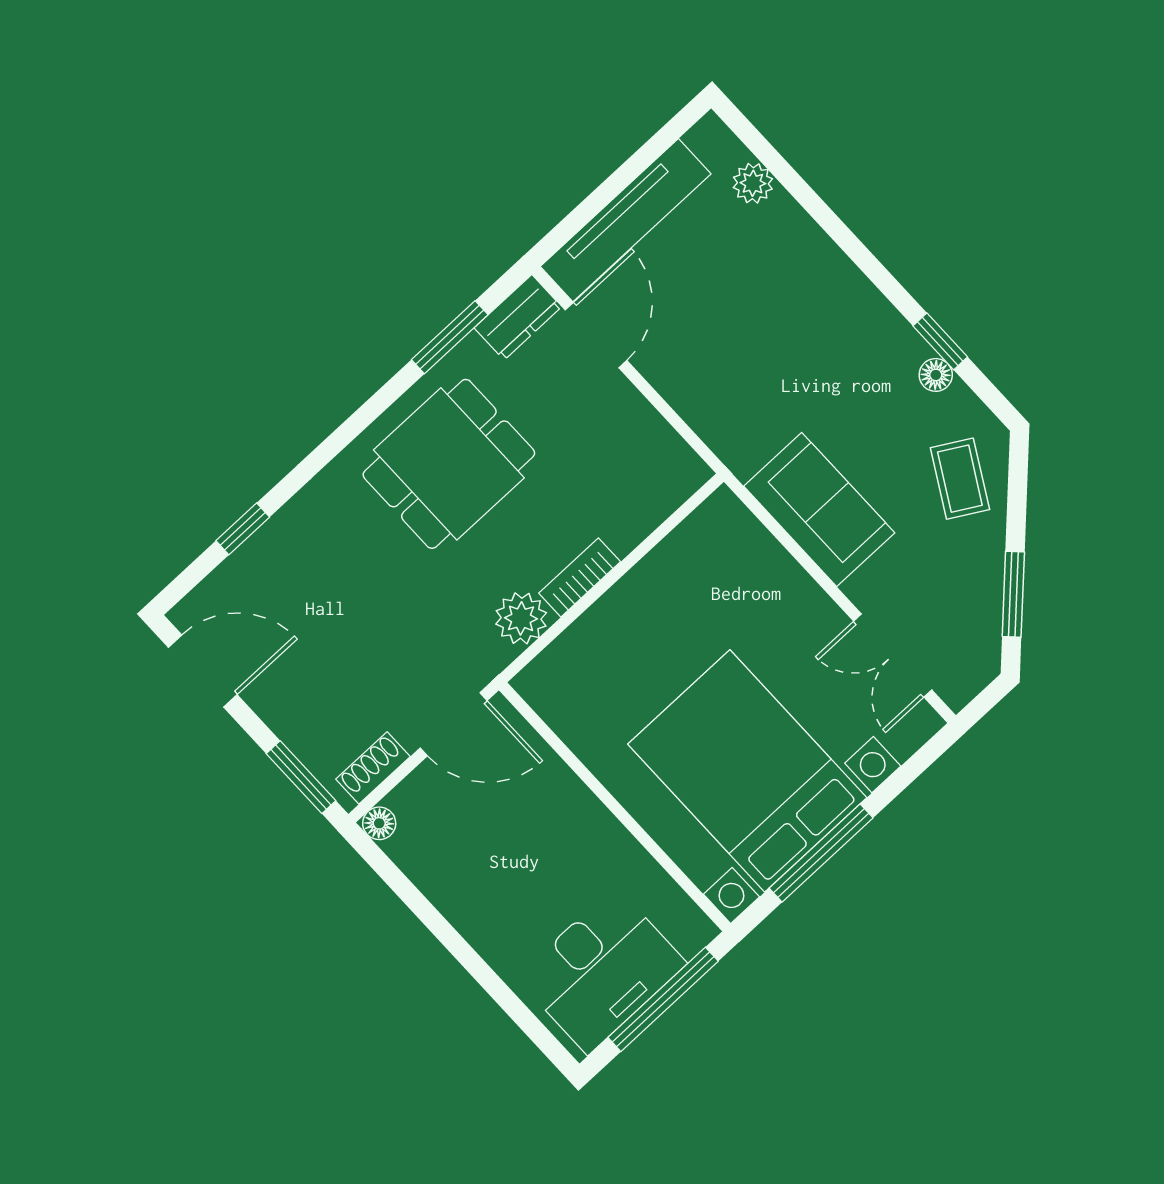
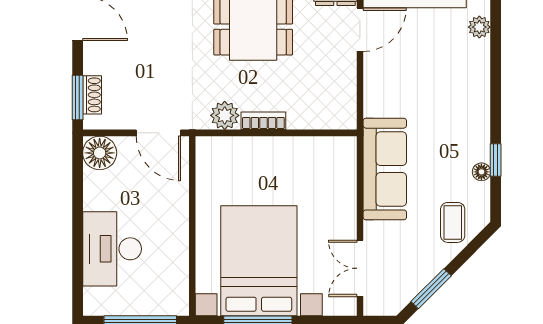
coffee table: (960, 479) -> (453, 222), turned -30
sofa: (819, 509) -> (385, 169), width x1.36
shoe rack: (373, 768) -> (92, 95), moved, turned 90
floor lamp: (379, 823) -> (100, 153), width x1.89, depth x1.89
desk: (601, 970) -> (112, 249), moved, turned 90

